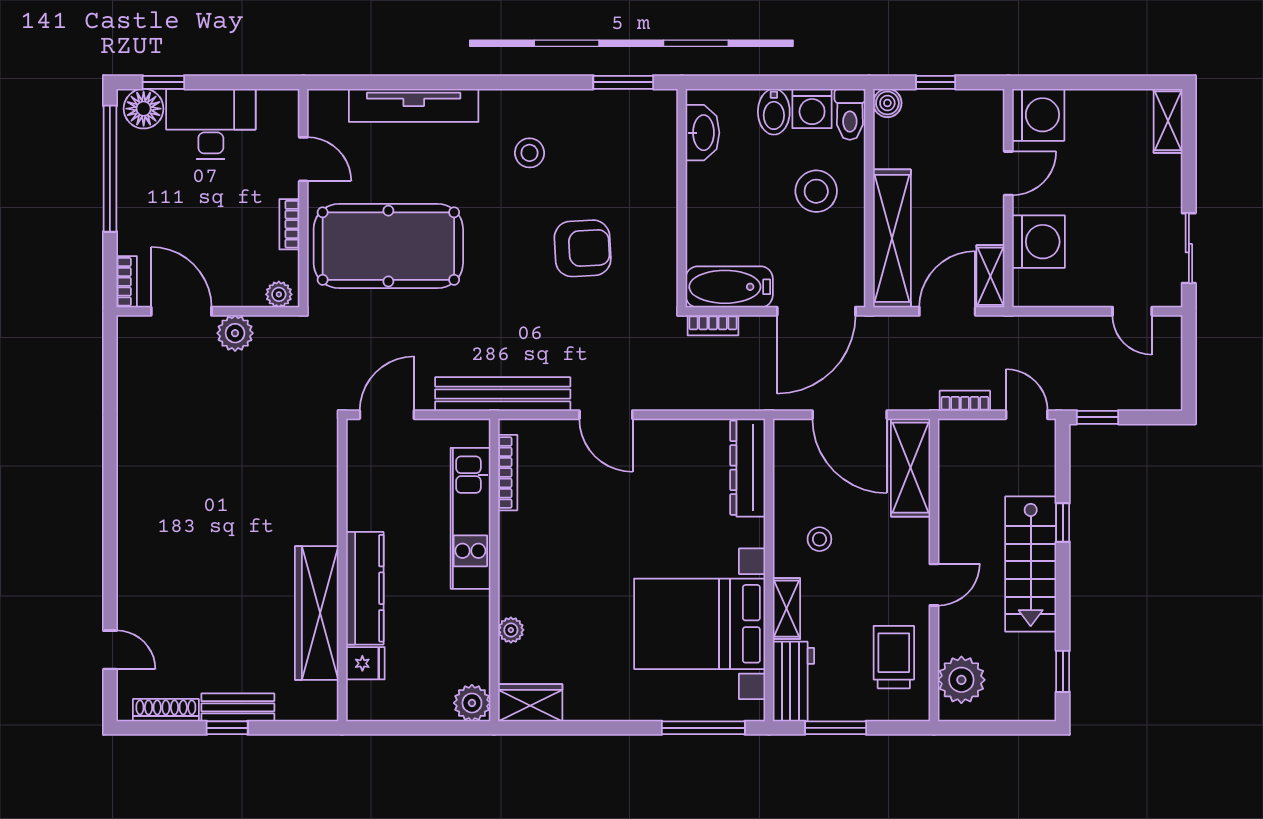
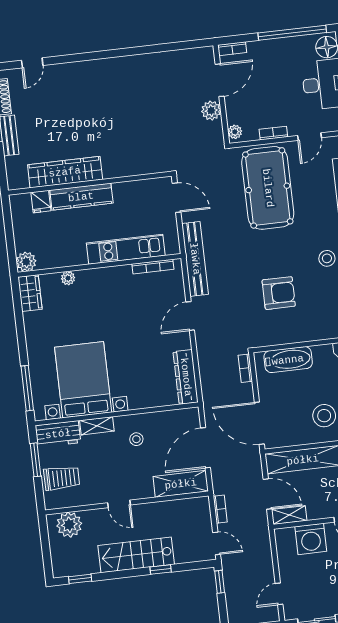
armchair: (583, 248) -> (279, 293), turned -87
bathtub: (729, 287) -> (288, 360), moved, turned 90
door: (1027, 415) -> (217, 543), hinge flipped
dresser: (748, 468) -> (186, 377), moved, turned -90
trolley: (894, 657) -> (62, 478), moved

